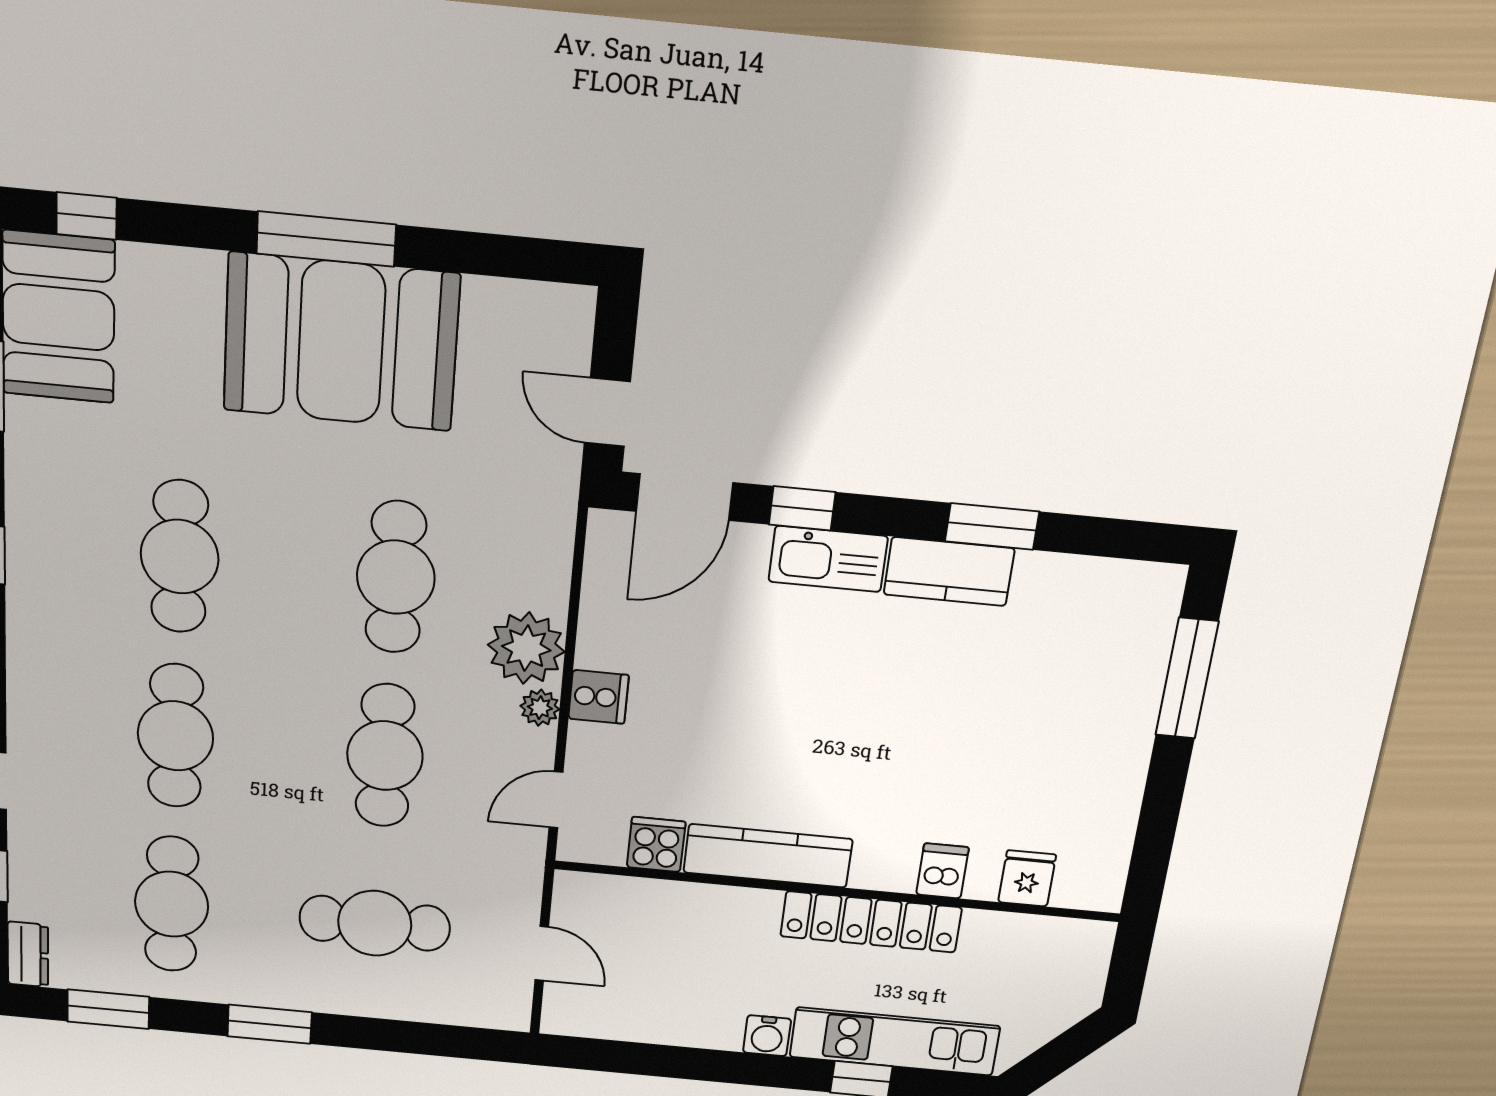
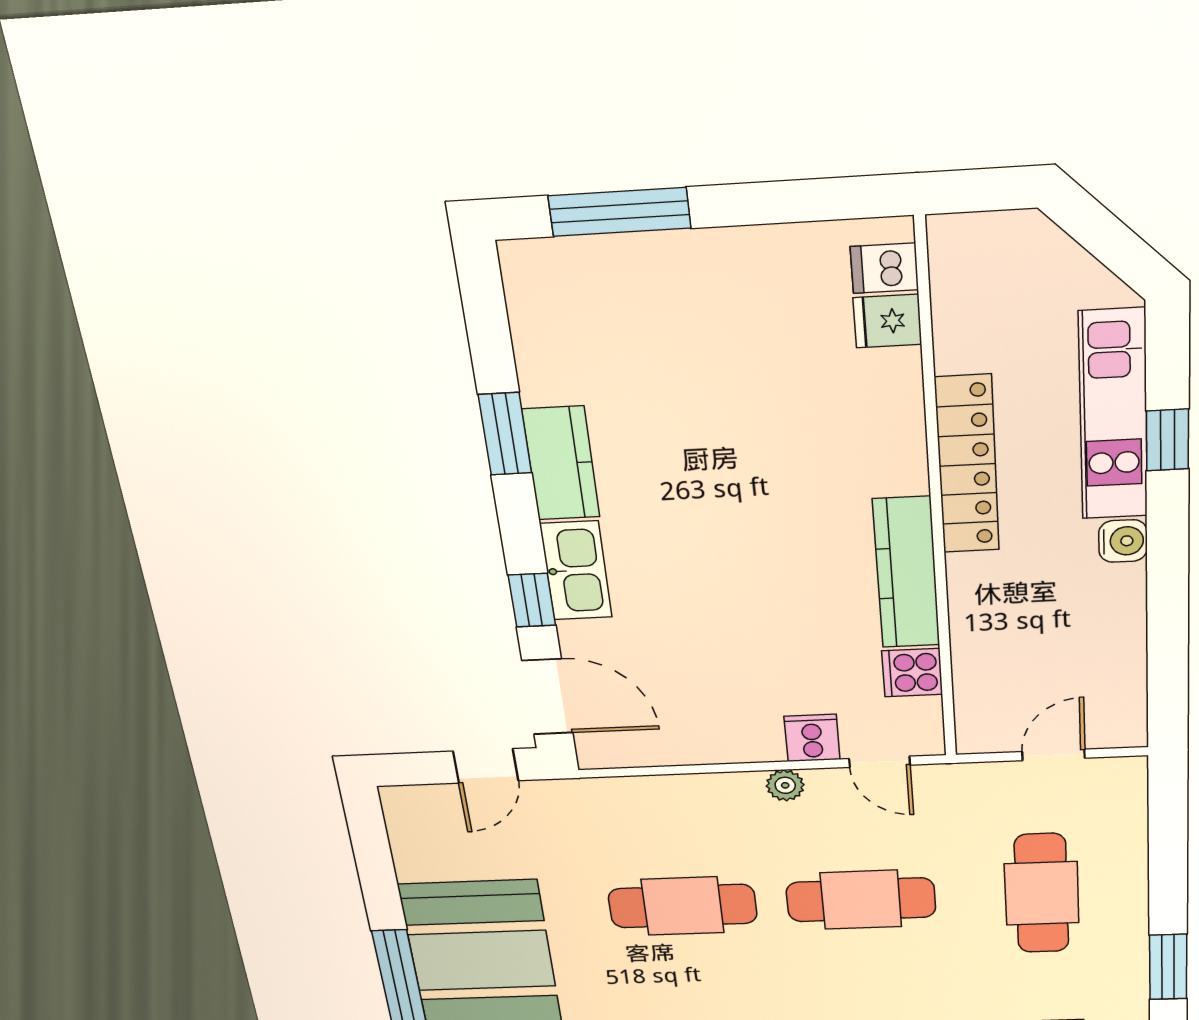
plant: (526, 648) -> (727, 802), removed
cooker: (599, 697) -> (812, 738), moved
dishwasher: (942, 871) -> (884, 268), moved

